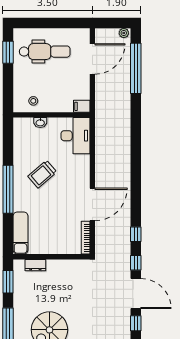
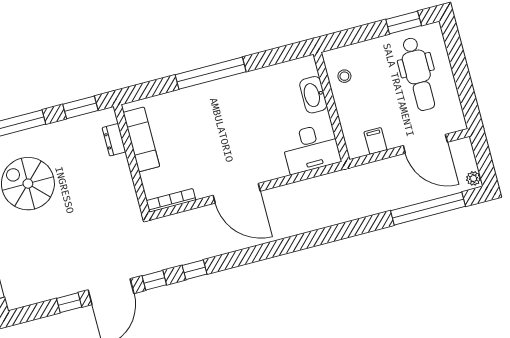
filing cabinet: (82, 106) -> (375, 141), moved
washbasin: (40, 123) -> (313, 95), width x1.91, depth x1.45
trolley: (42, 174) -> (245, 116), removed
door: (92, 204) -> (237, 193), moved
exam couch: (21, 233) -> (141, 139), moved, turned -90

